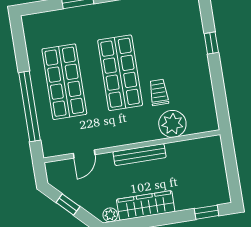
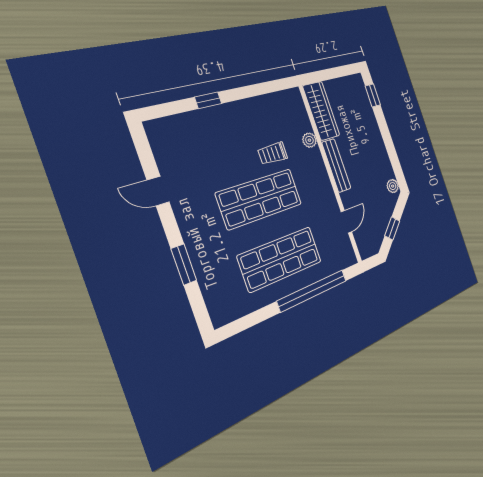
plant: (172, 124) -> (309, 140), width x0.53, depth x0.53
door: (84, 154) -> (346, 222), hinge flipped
wardrobe: (146, 206) -> (321, 111), moved, turned 180

